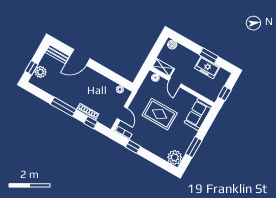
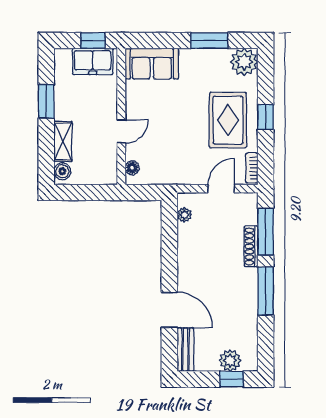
freezer: (207, 67) -> (93, 61), moved, turned 90
shelving: (163, 68) -> (63, 141), moved
rug: (160, 114) -> (228, 120), moved
window: (91, 122) -> (266, 232), width x2.17
window: (133, 147) -> (266, 117), moved

